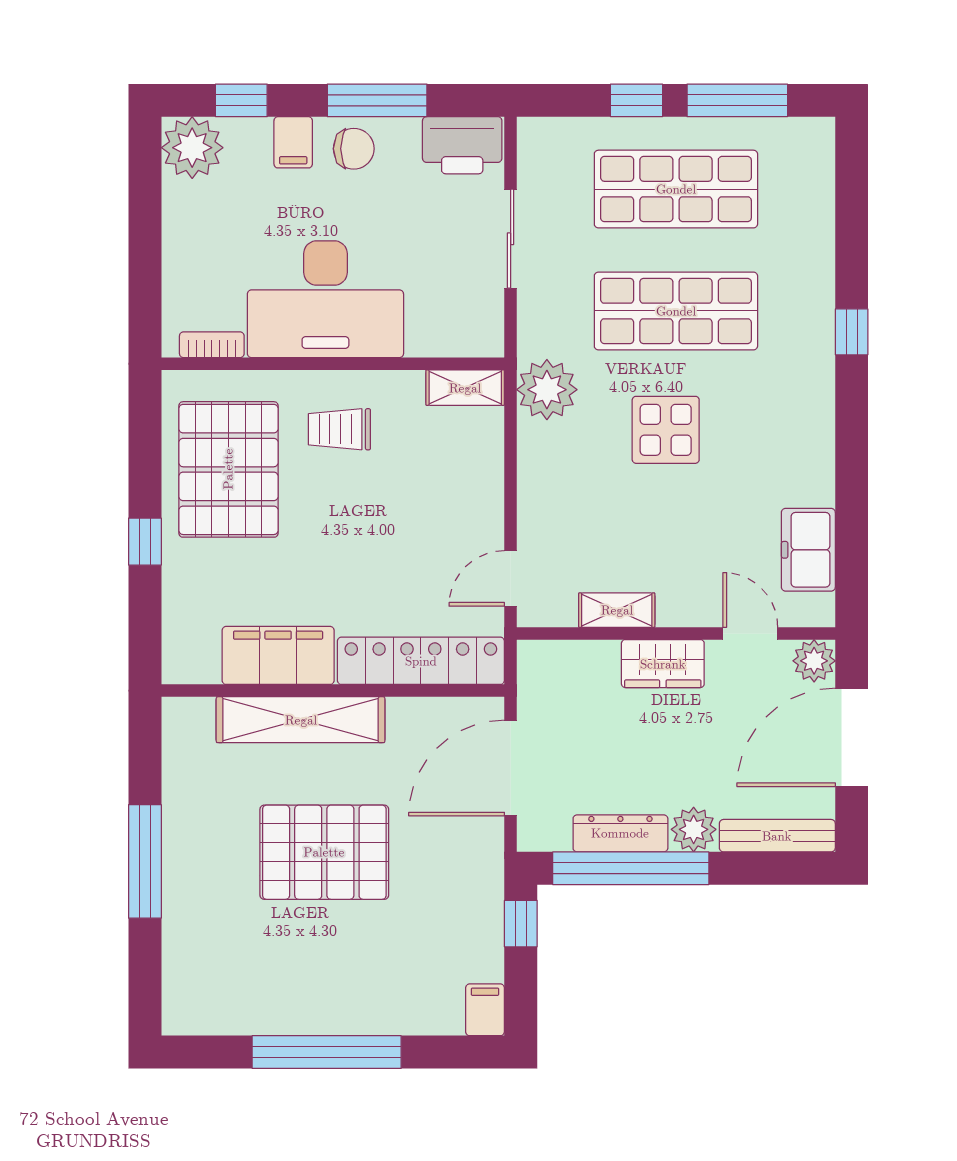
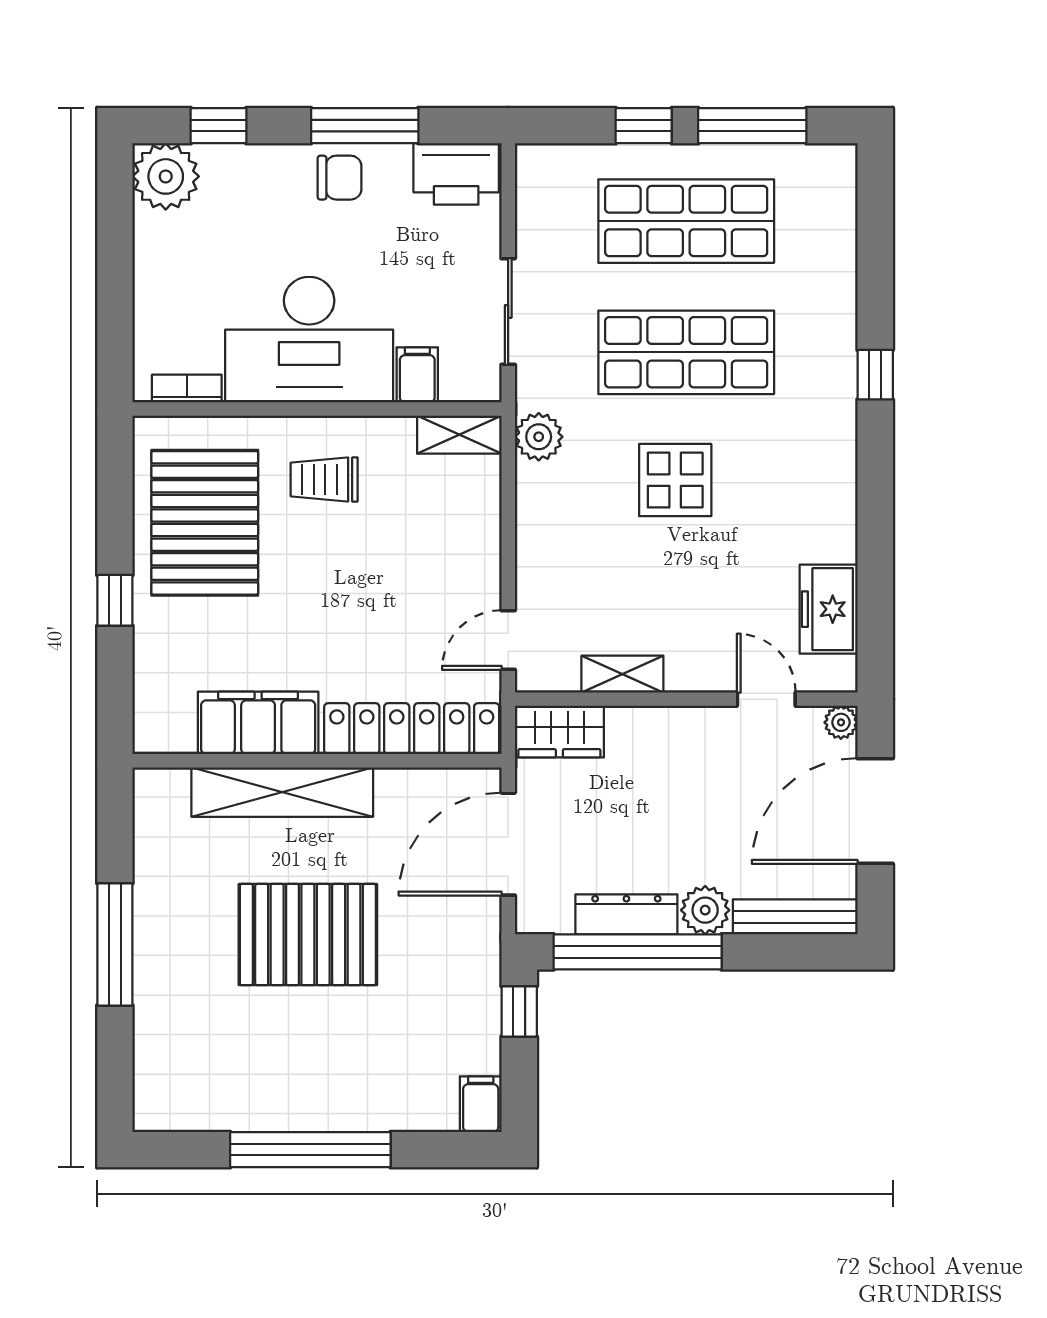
filing cabinet: (293, 142) -> (417, 375), moved, turned 180
sliding door: (511, 239) -> (508, 311), moved
plant: (547, 390) -> (539, 437), width x0.73, depth x0.73
plant: (814, 661) -> (841, 722), width x0.73, depth x0.73
wardrobe: (663, 664) -> (559, 732), moved

